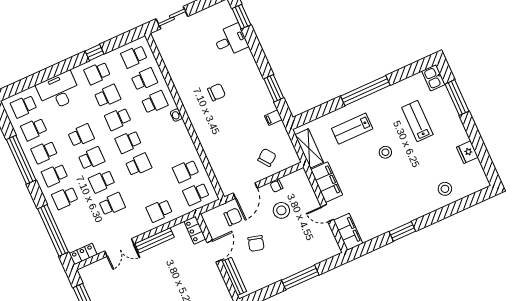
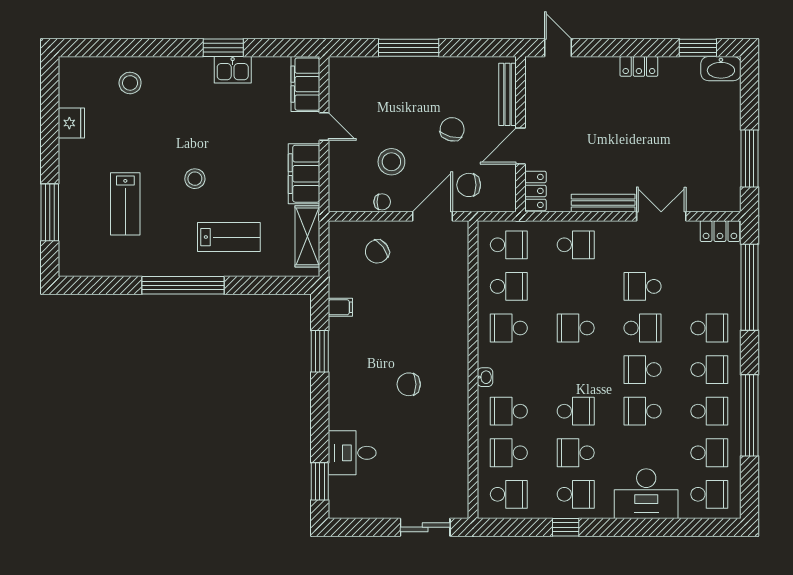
kitchen sink: (433, 78) -> (233, 70), moved, turned 90
school desk: (128, 142) -> (509, 328), moved, turned 180

